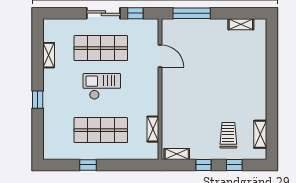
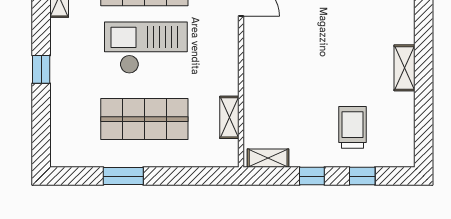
checkout: (102, 86) -> (146, 48), width x1.36, depth x1.21
shelving: (260, 134) -> (405, 68), moved
window: (88, 165) -> (123, 176), width x1.50

